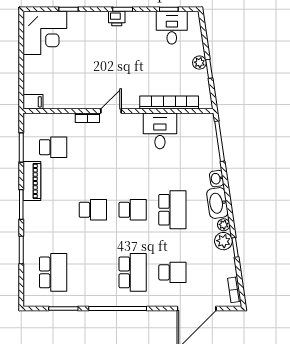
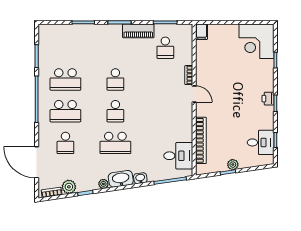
desk: (160, 131) -> (178, 156), moved
plant: (223, 241) -> (69, 187), moved
school desk: (53, 272) -> (65, 79), moved

